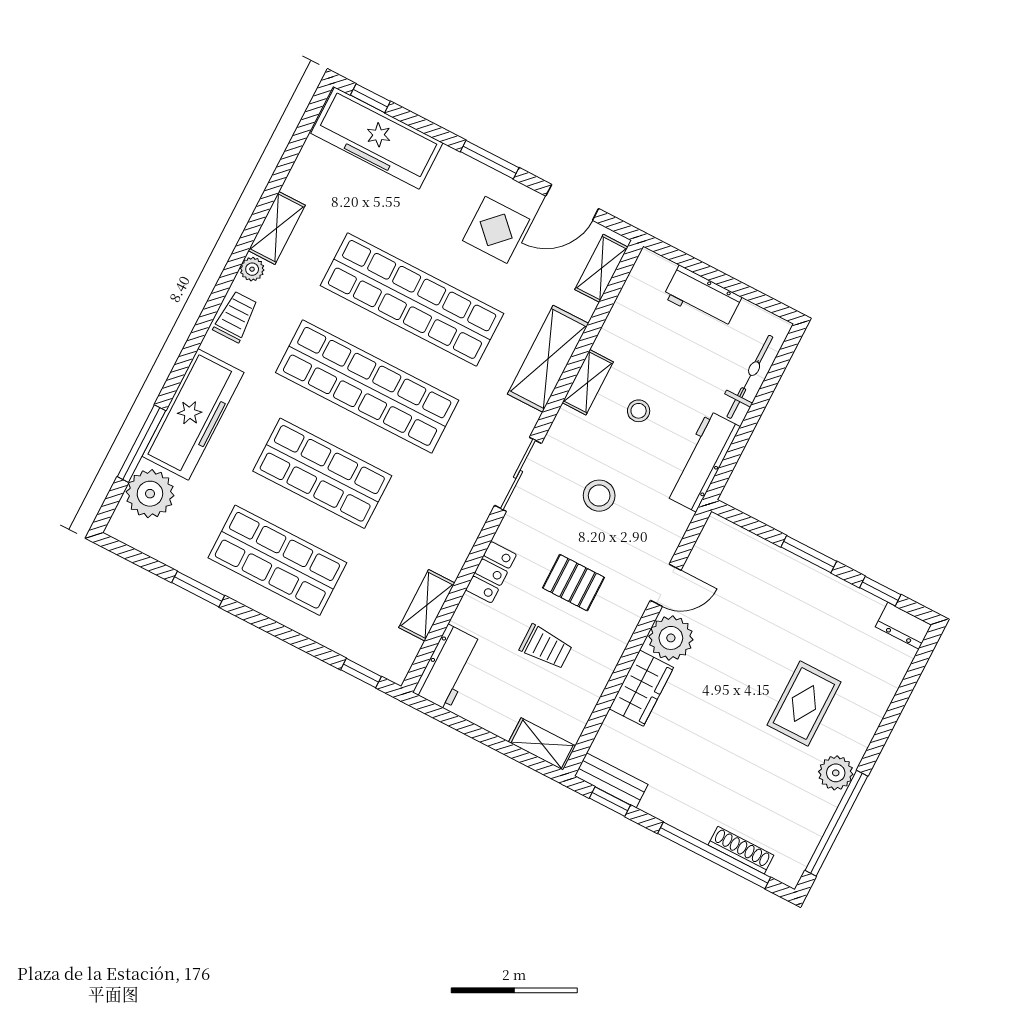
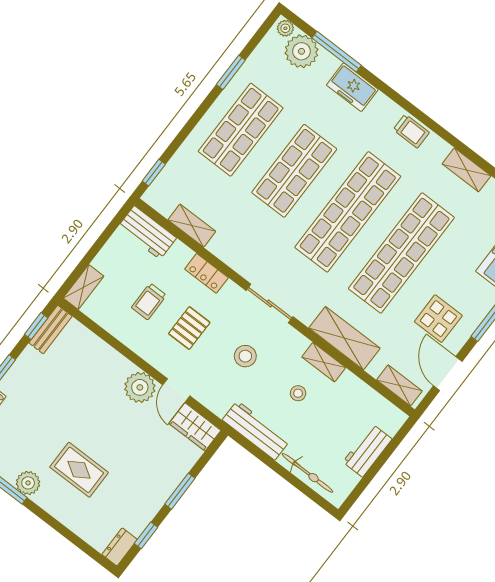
plant: (252, 269) -> (285, 28), moved
freezer: (193, 414) -> (352, 87), width x0.52, depth x0.79
wardrobe: (641, 688) -> (195, 427), moved

